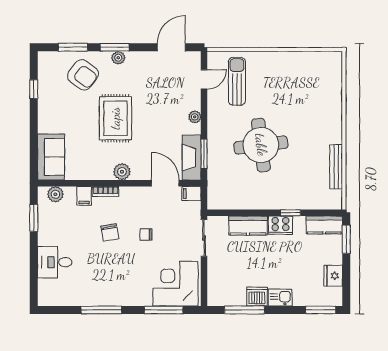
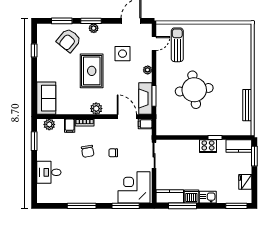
armchair: (83, 75) -> (69, 40), turned 92
side table: (159, 94) -> (123, 54), added
kitchen counter: (248, 226) -> (170, 196), moved, turned 180

